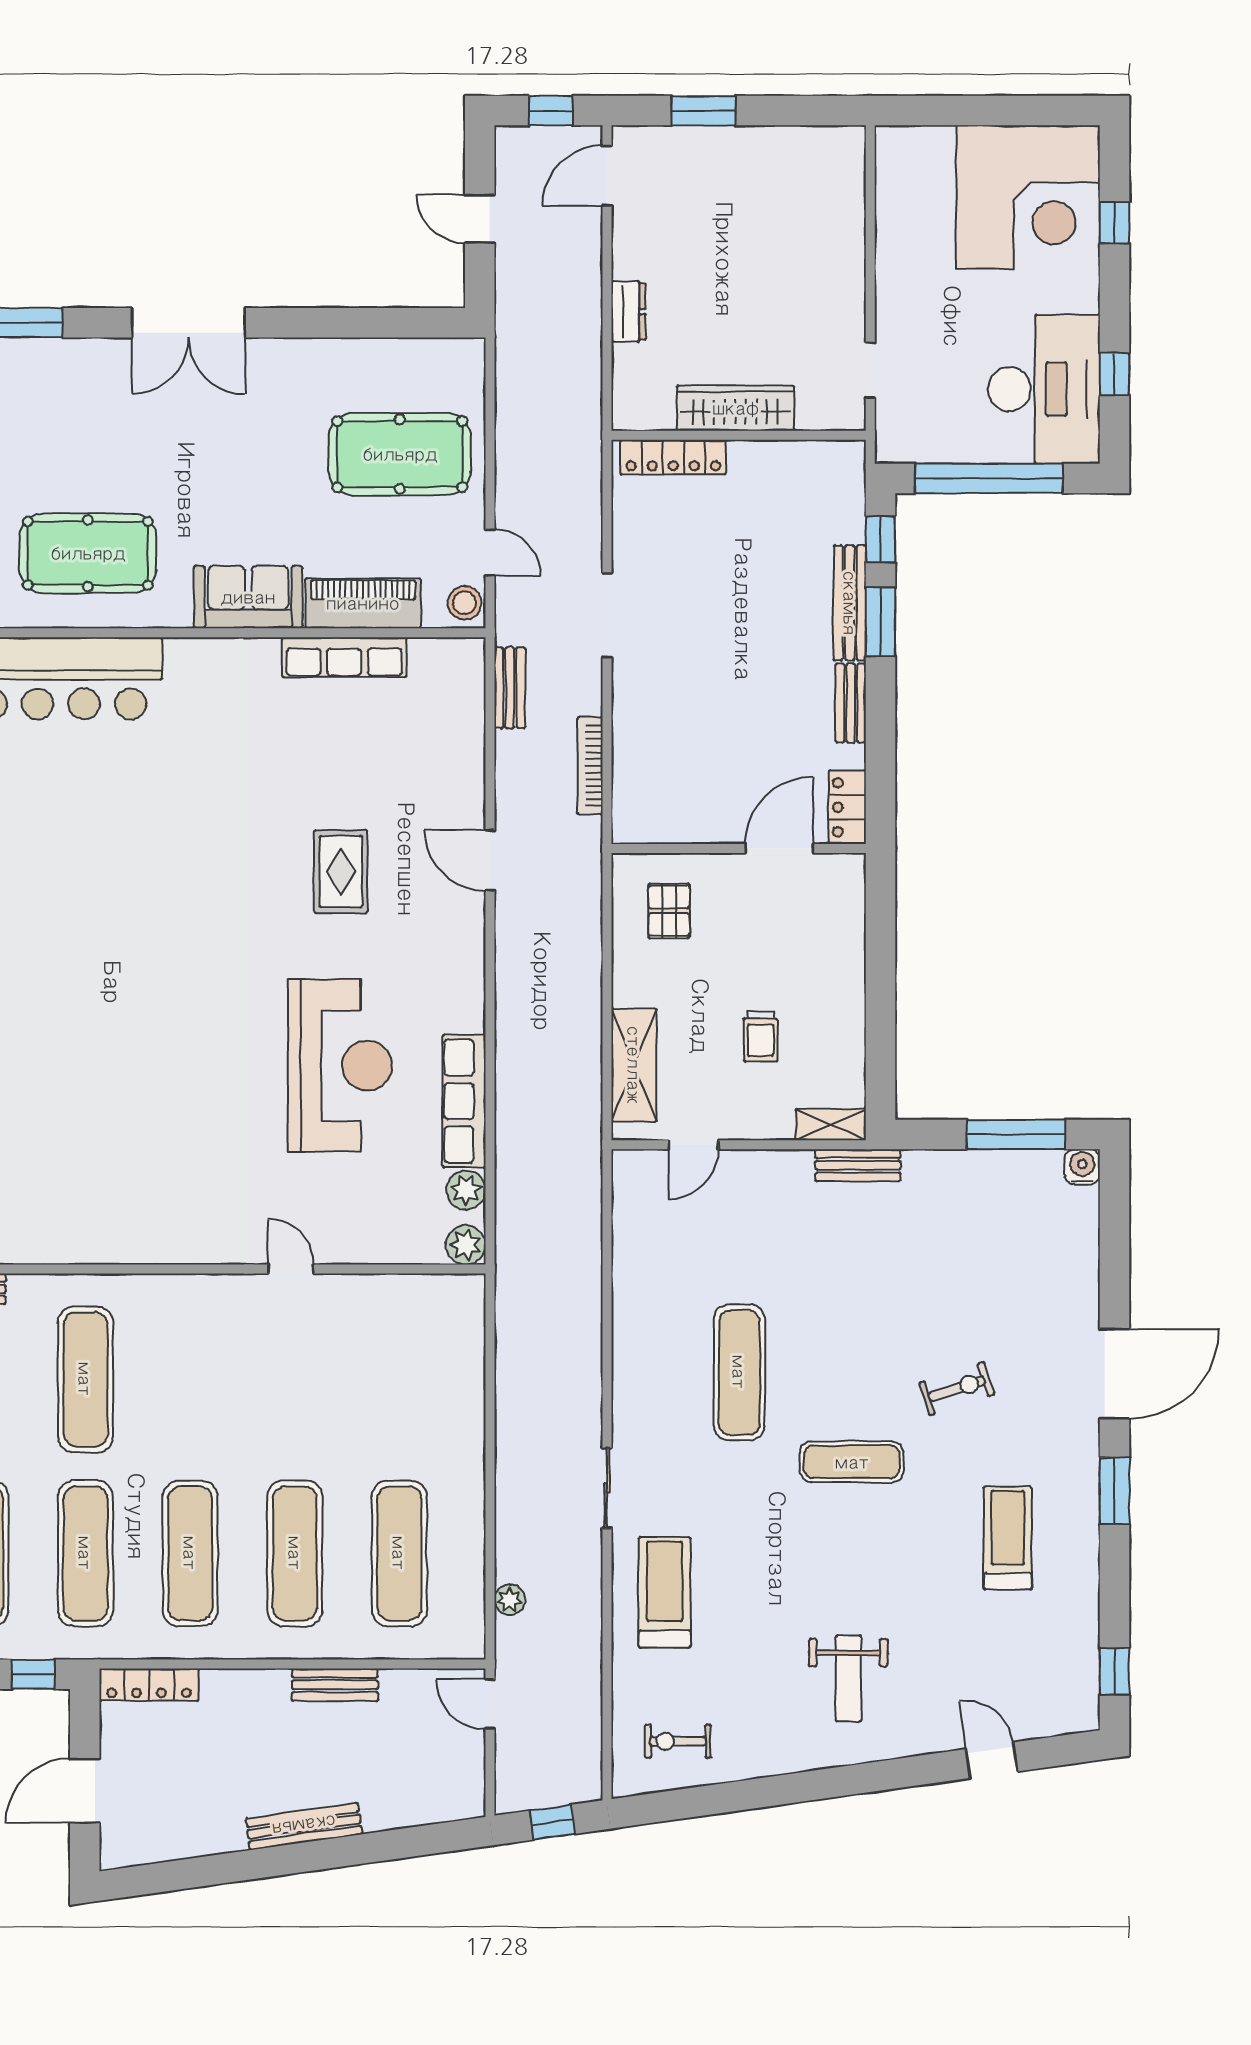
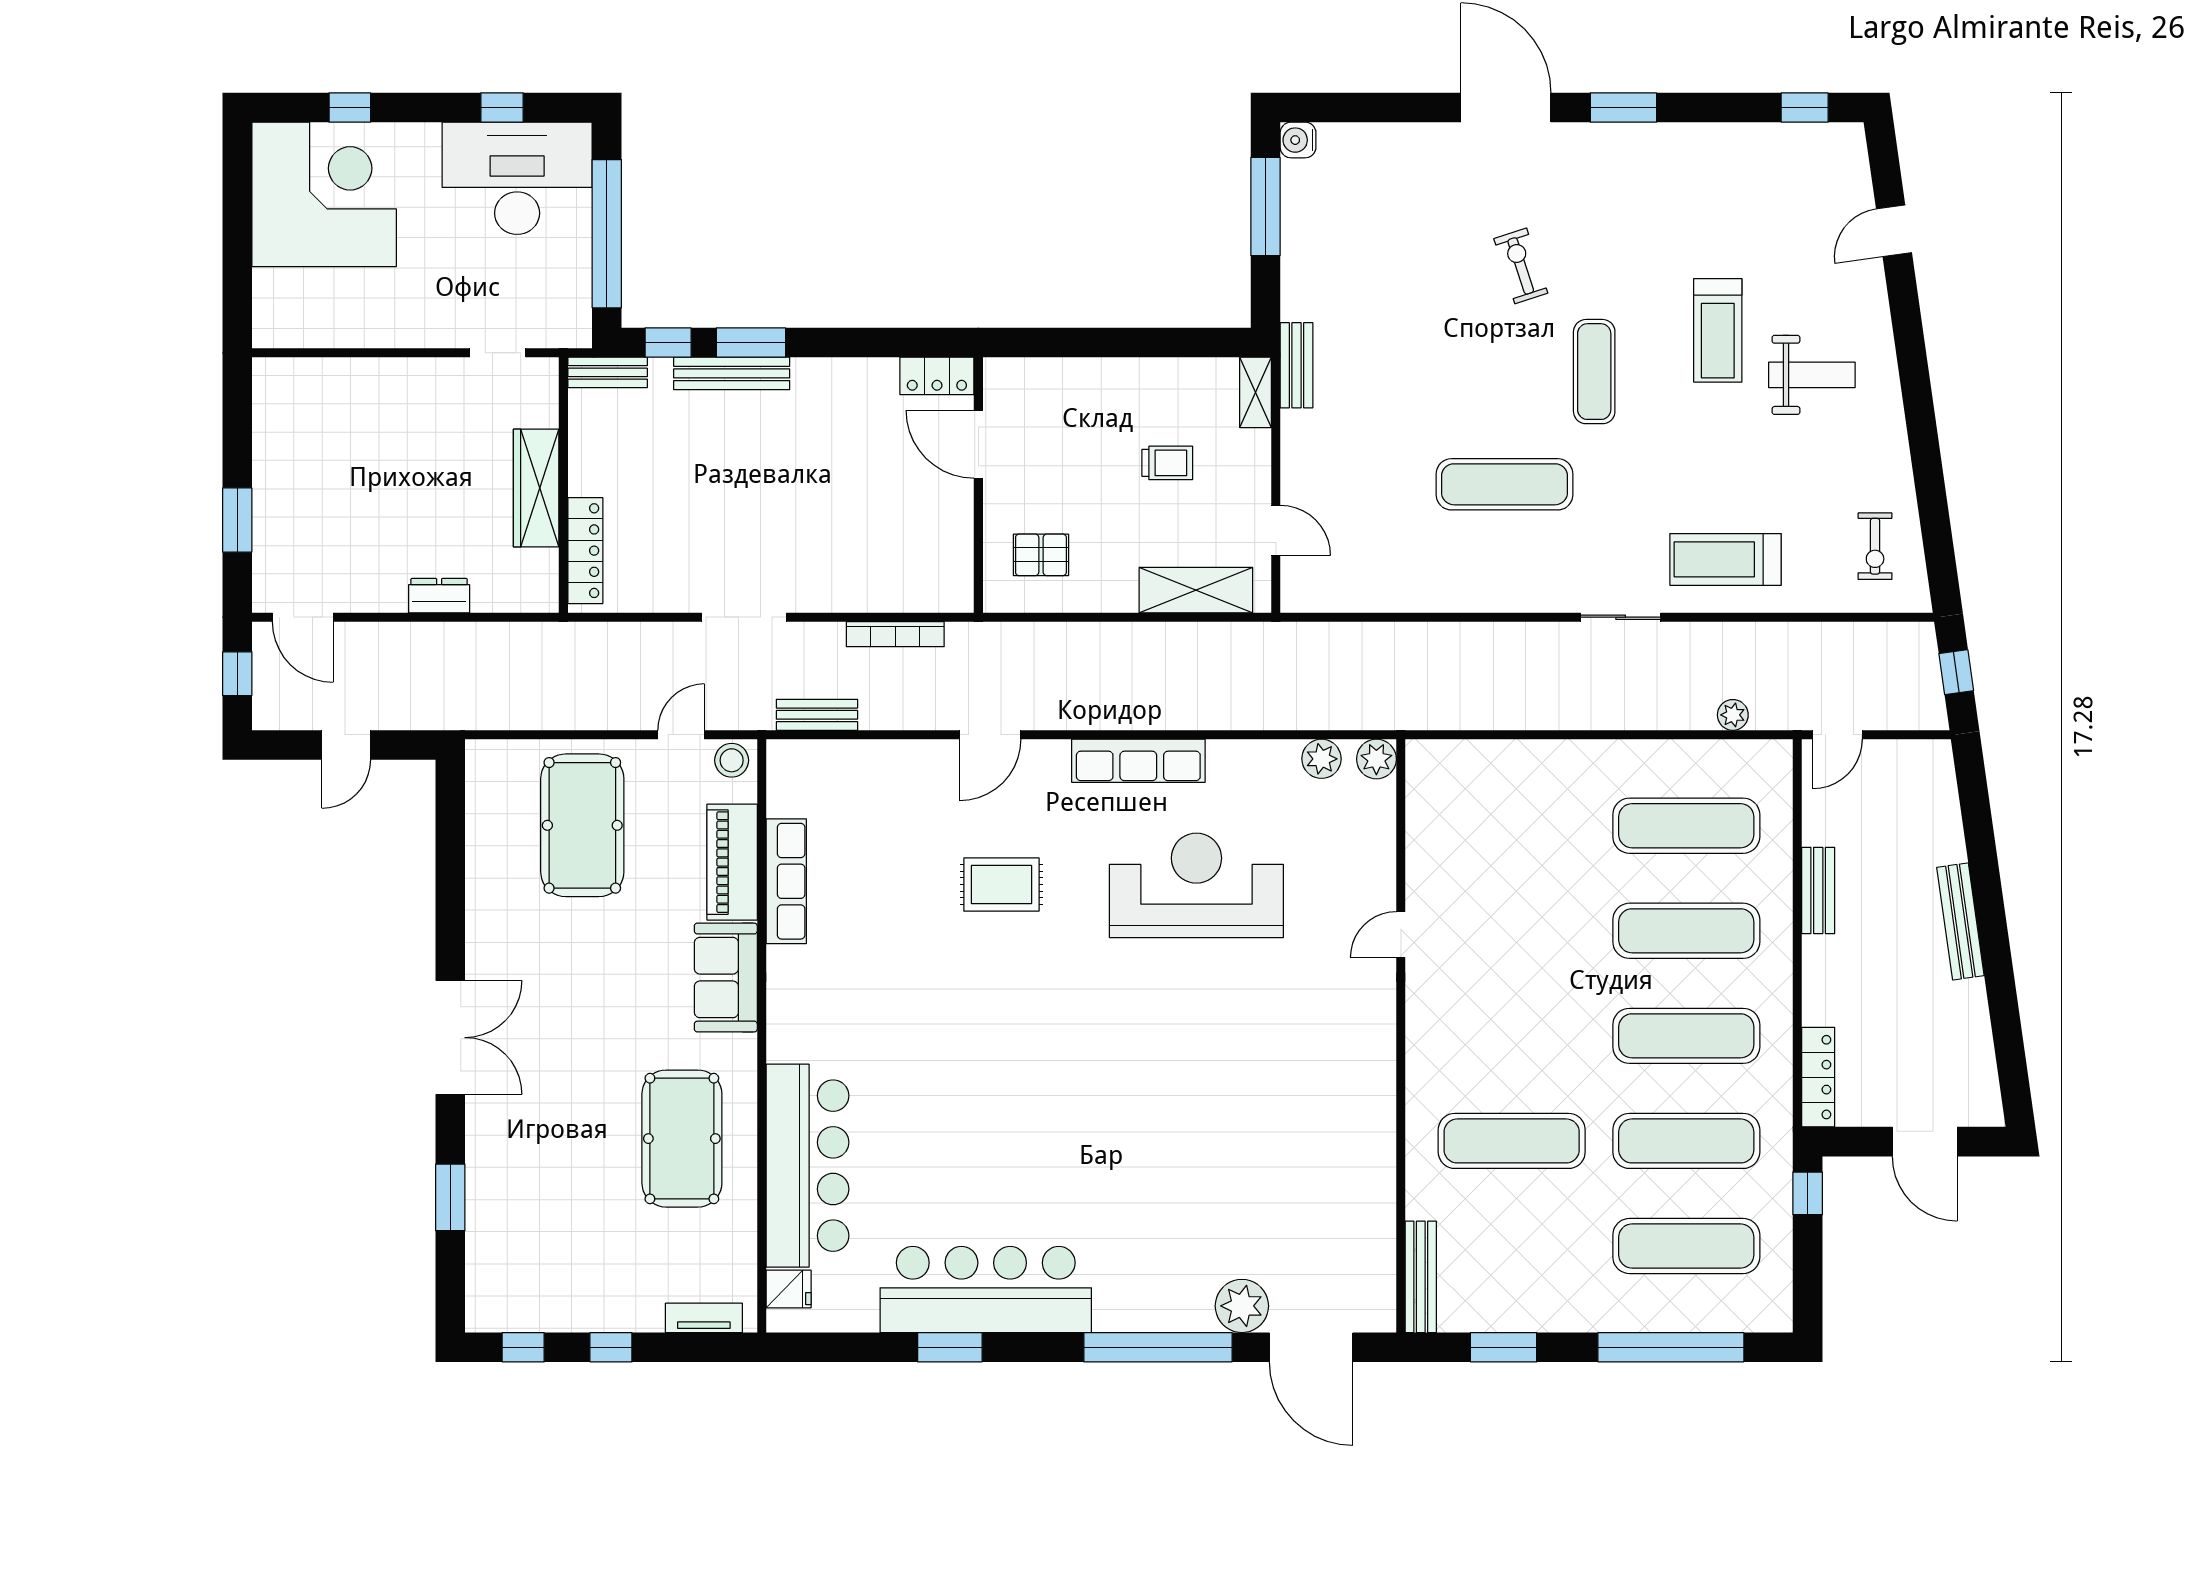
bench: (851, 703) -> (608, 372), moved
row of seats: (464, 1101) -> (1138, 761), moved
treadmill: (1008, 1538) -> (1718, 330), moved, turned -90

